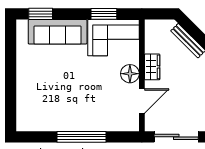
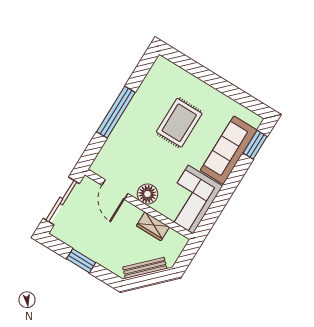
window: (104, 14) -> (219, 204), removed
wardrobe: (152, 67) -> (153, 226), moved
rug: (60, 83) -> (179, 123), added

